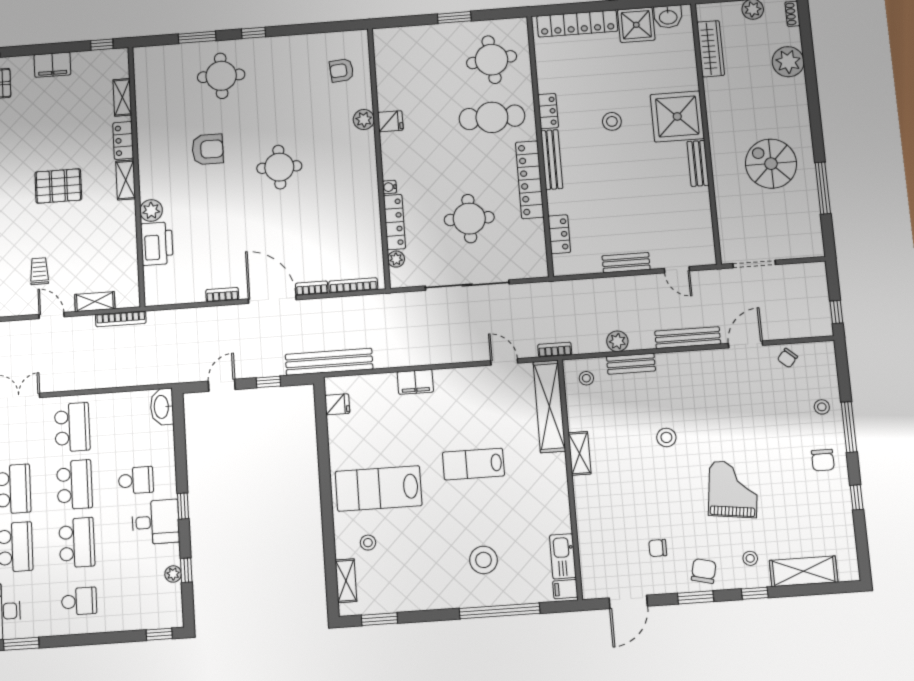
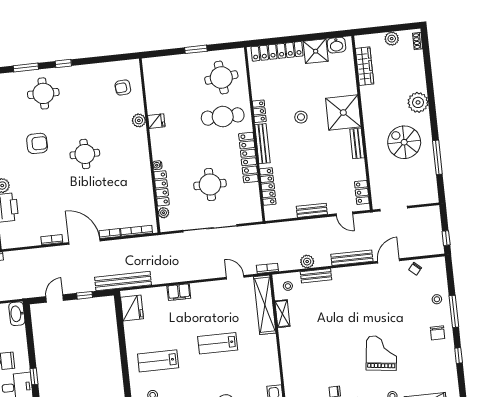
plant: (788, 62) -> (418, 102), moved
locker: (559, 234) -> (268, 186), width x1.53
locker: (705, 238) -> (362, 192), added
fridge: (337, 404) -> (132, 308), width x1.88, depth x1.34
stool: (666, 437) -> (339, 322), removed
shelving: (580, 453) -> (282, 314), moved
lab bench: (379, 488) -> (158, 361), width x0.73, depth x0.72

